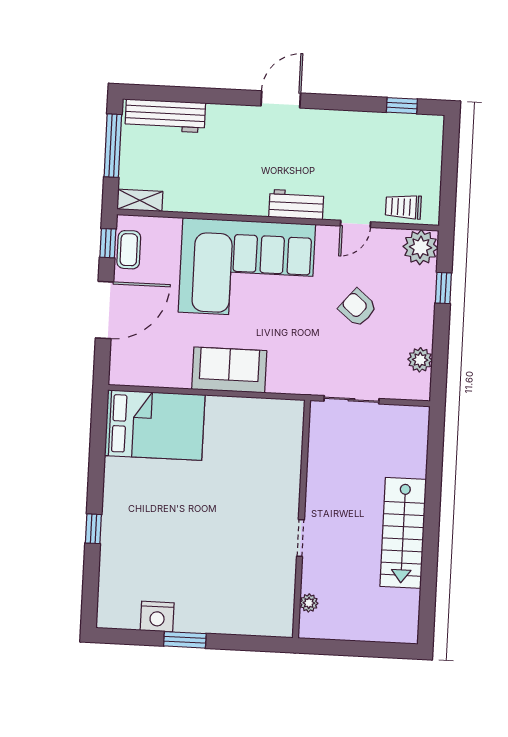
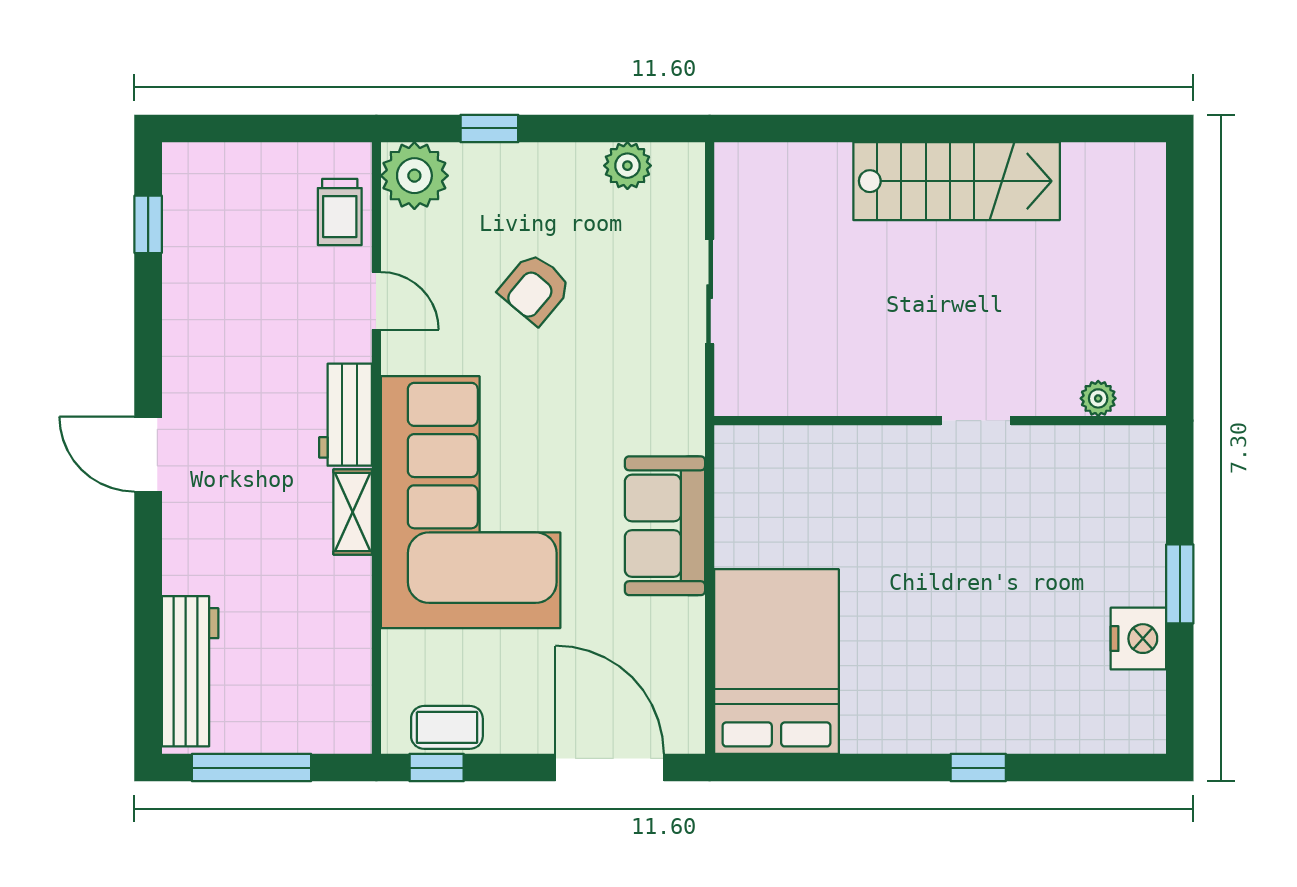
shelving: (140, 200) -> (353, 512), moved
door: (105, 310) -> (610, 768), moved
wall: (301, 519) -> (940, 421), moved
doorway: (300, 538) -> (976, 421), moved
plant: (309, 603) -> (1098, 398), moved

